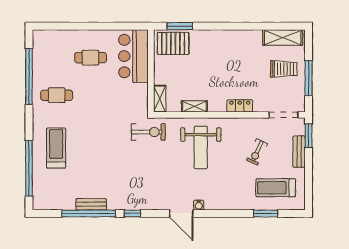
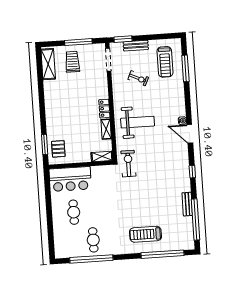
pallet: (173, 43) -> (58, 149), width x0.67, depth x0.71
cafe table: (57, 95) -> (93, 240), moved
locker: (240, 106) -> (104, 109), moved
window: (89, 213) -> (195, 219), moved
door: (181, 213) -> (190, 134), swing flipped
window: (266, 213) -> (185, 68), width x1.44

